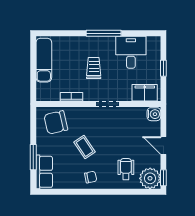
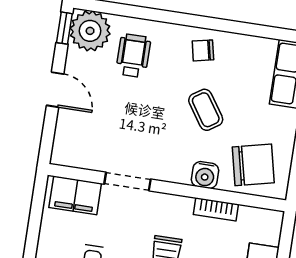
window: (163, 68) -> (33, 237), removed
doorway: (107, 104) -> (127, 182), moved
water cooler: (154, 114) -> (205, 175), moved, turned -90
wheelchair: (126, 169) -> (133, 56), turned 180

